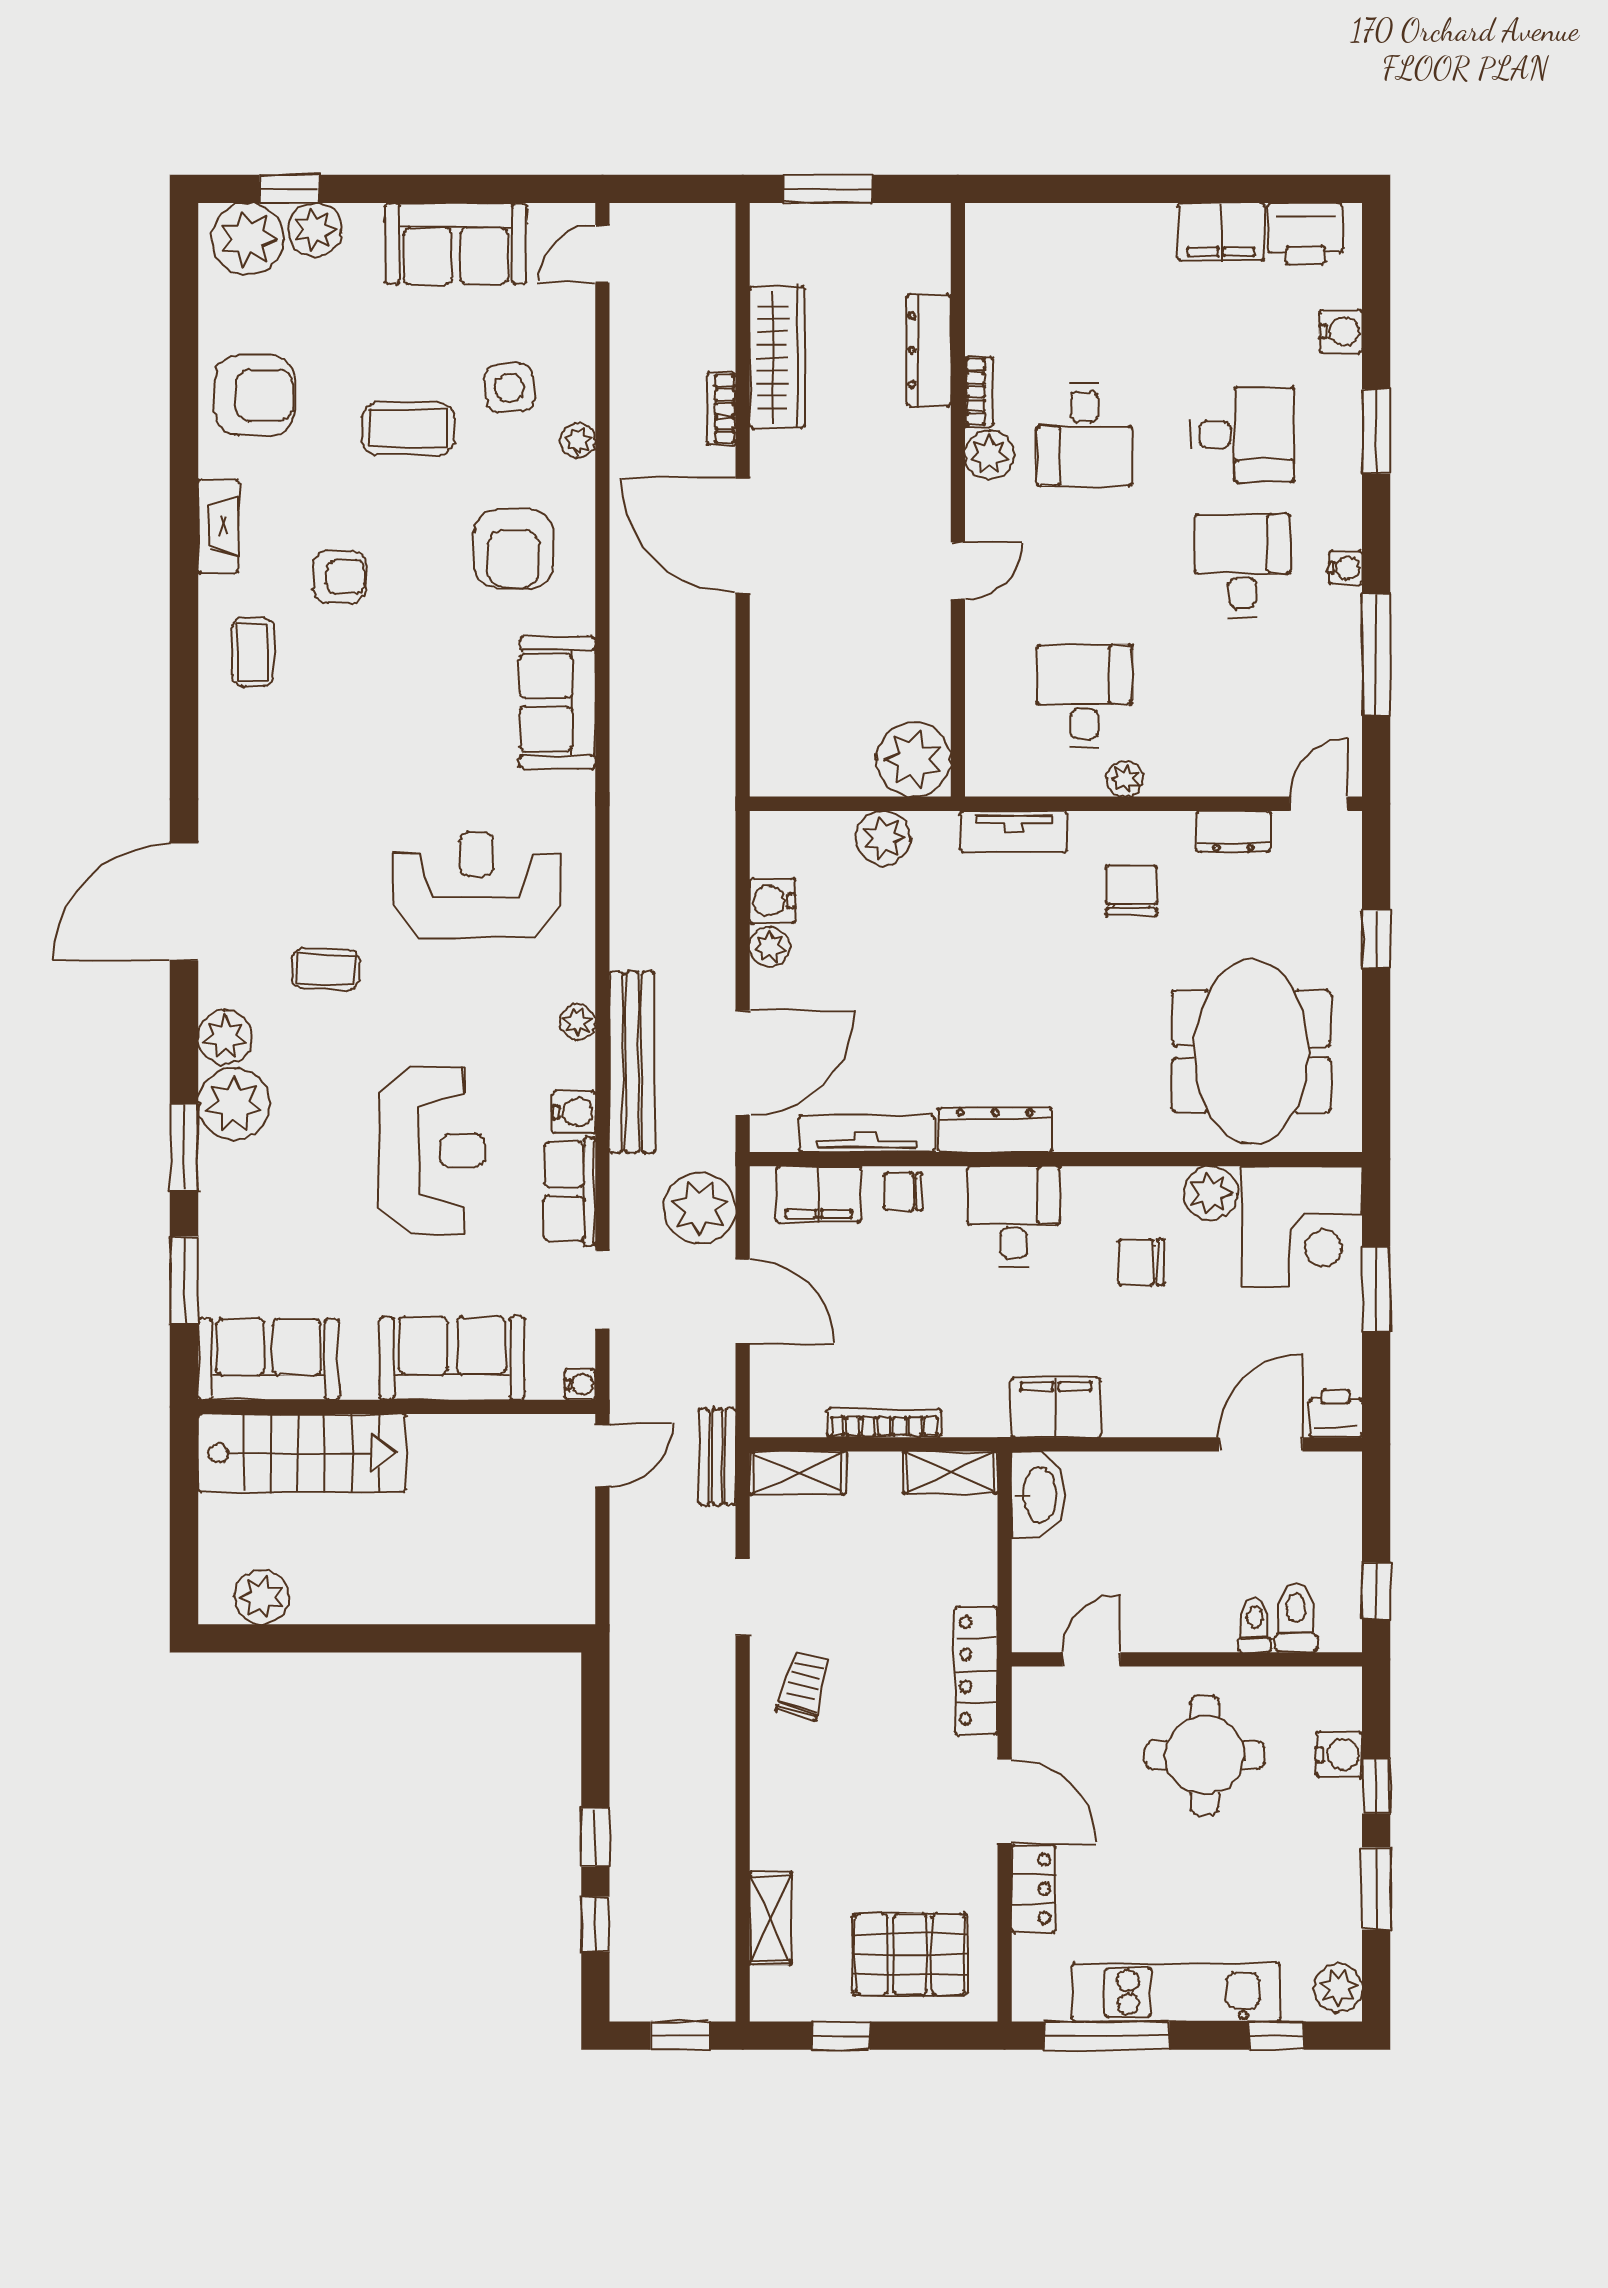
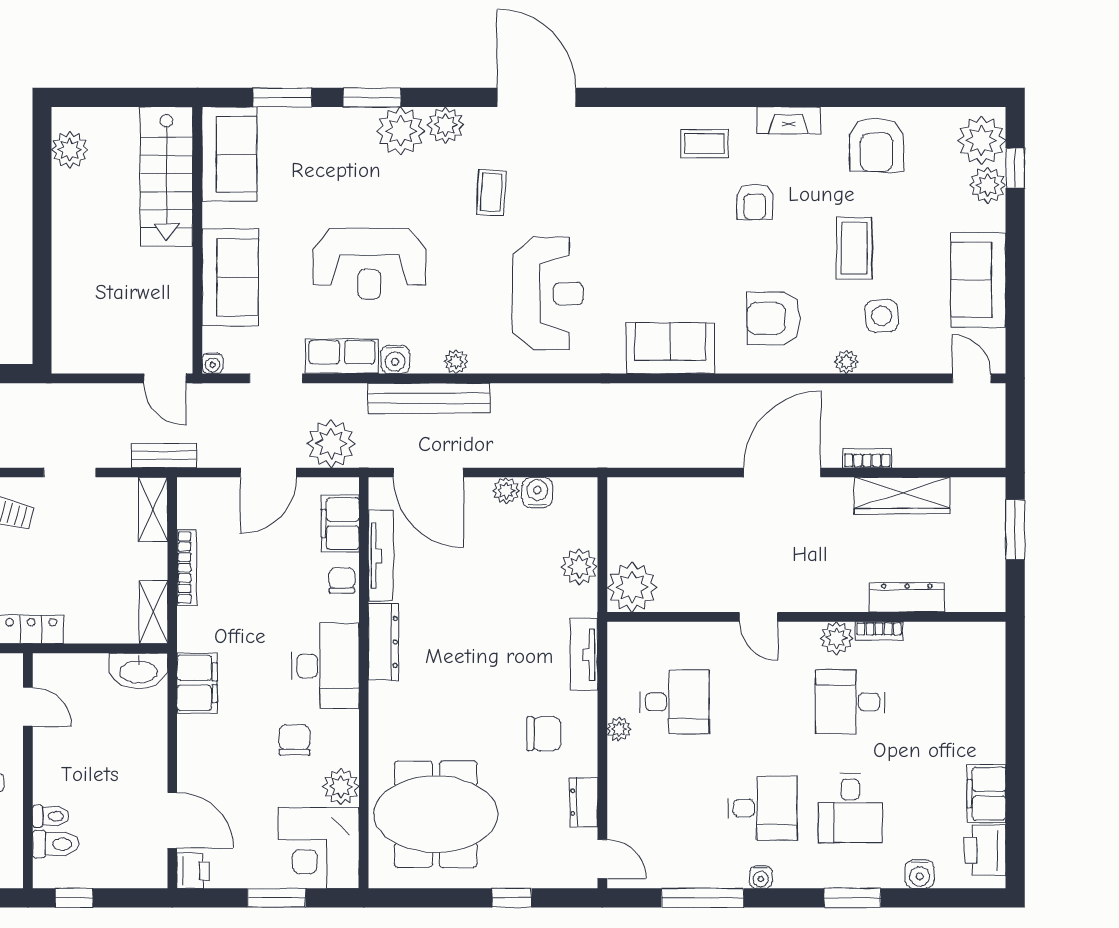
desk: (1013, 1216) -> (325, 666), width x1.37

